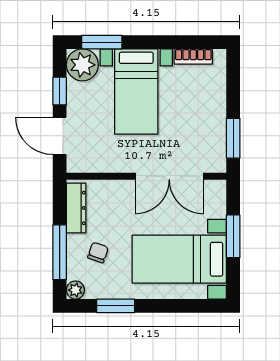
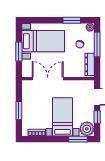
window: (233, 138) -> (19, 111), moved

